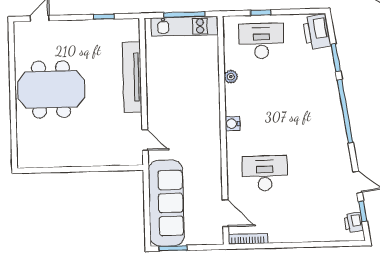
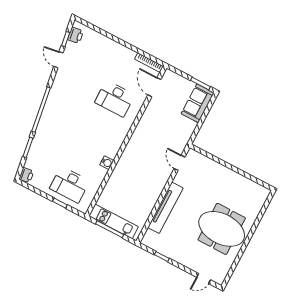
printer: (317, 32) -> (26, 175), width x0.53, depth x0.68
plant: (231, 77) -> (102, 173), removed
water cooler: (233, 124) -> (107, 163), moved
sofa: (166, 203) -> (198, 103), width x0.54, depth x0.79

